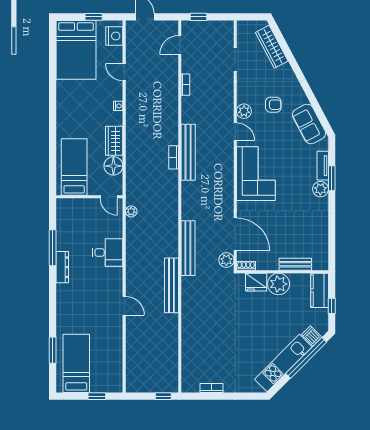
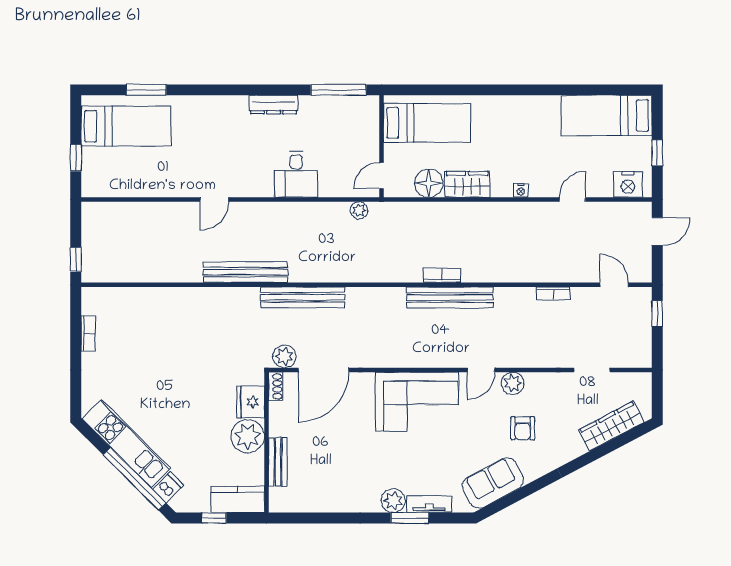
bed: (76, 50) -> (607, 116), width x0.67
window: (53, 248) -> (339, 90), moved

